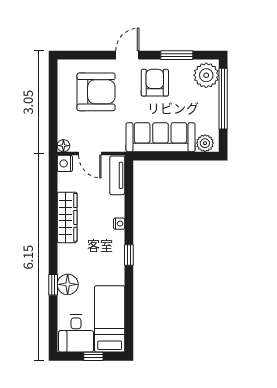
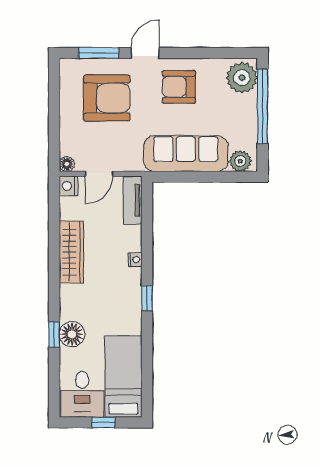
window: (177, 55) -> (99, 53), moved
armchair: (155, 83) -> (179, 87), turned -90
door: (90, 154) -> (99, 174), hinge flipped

